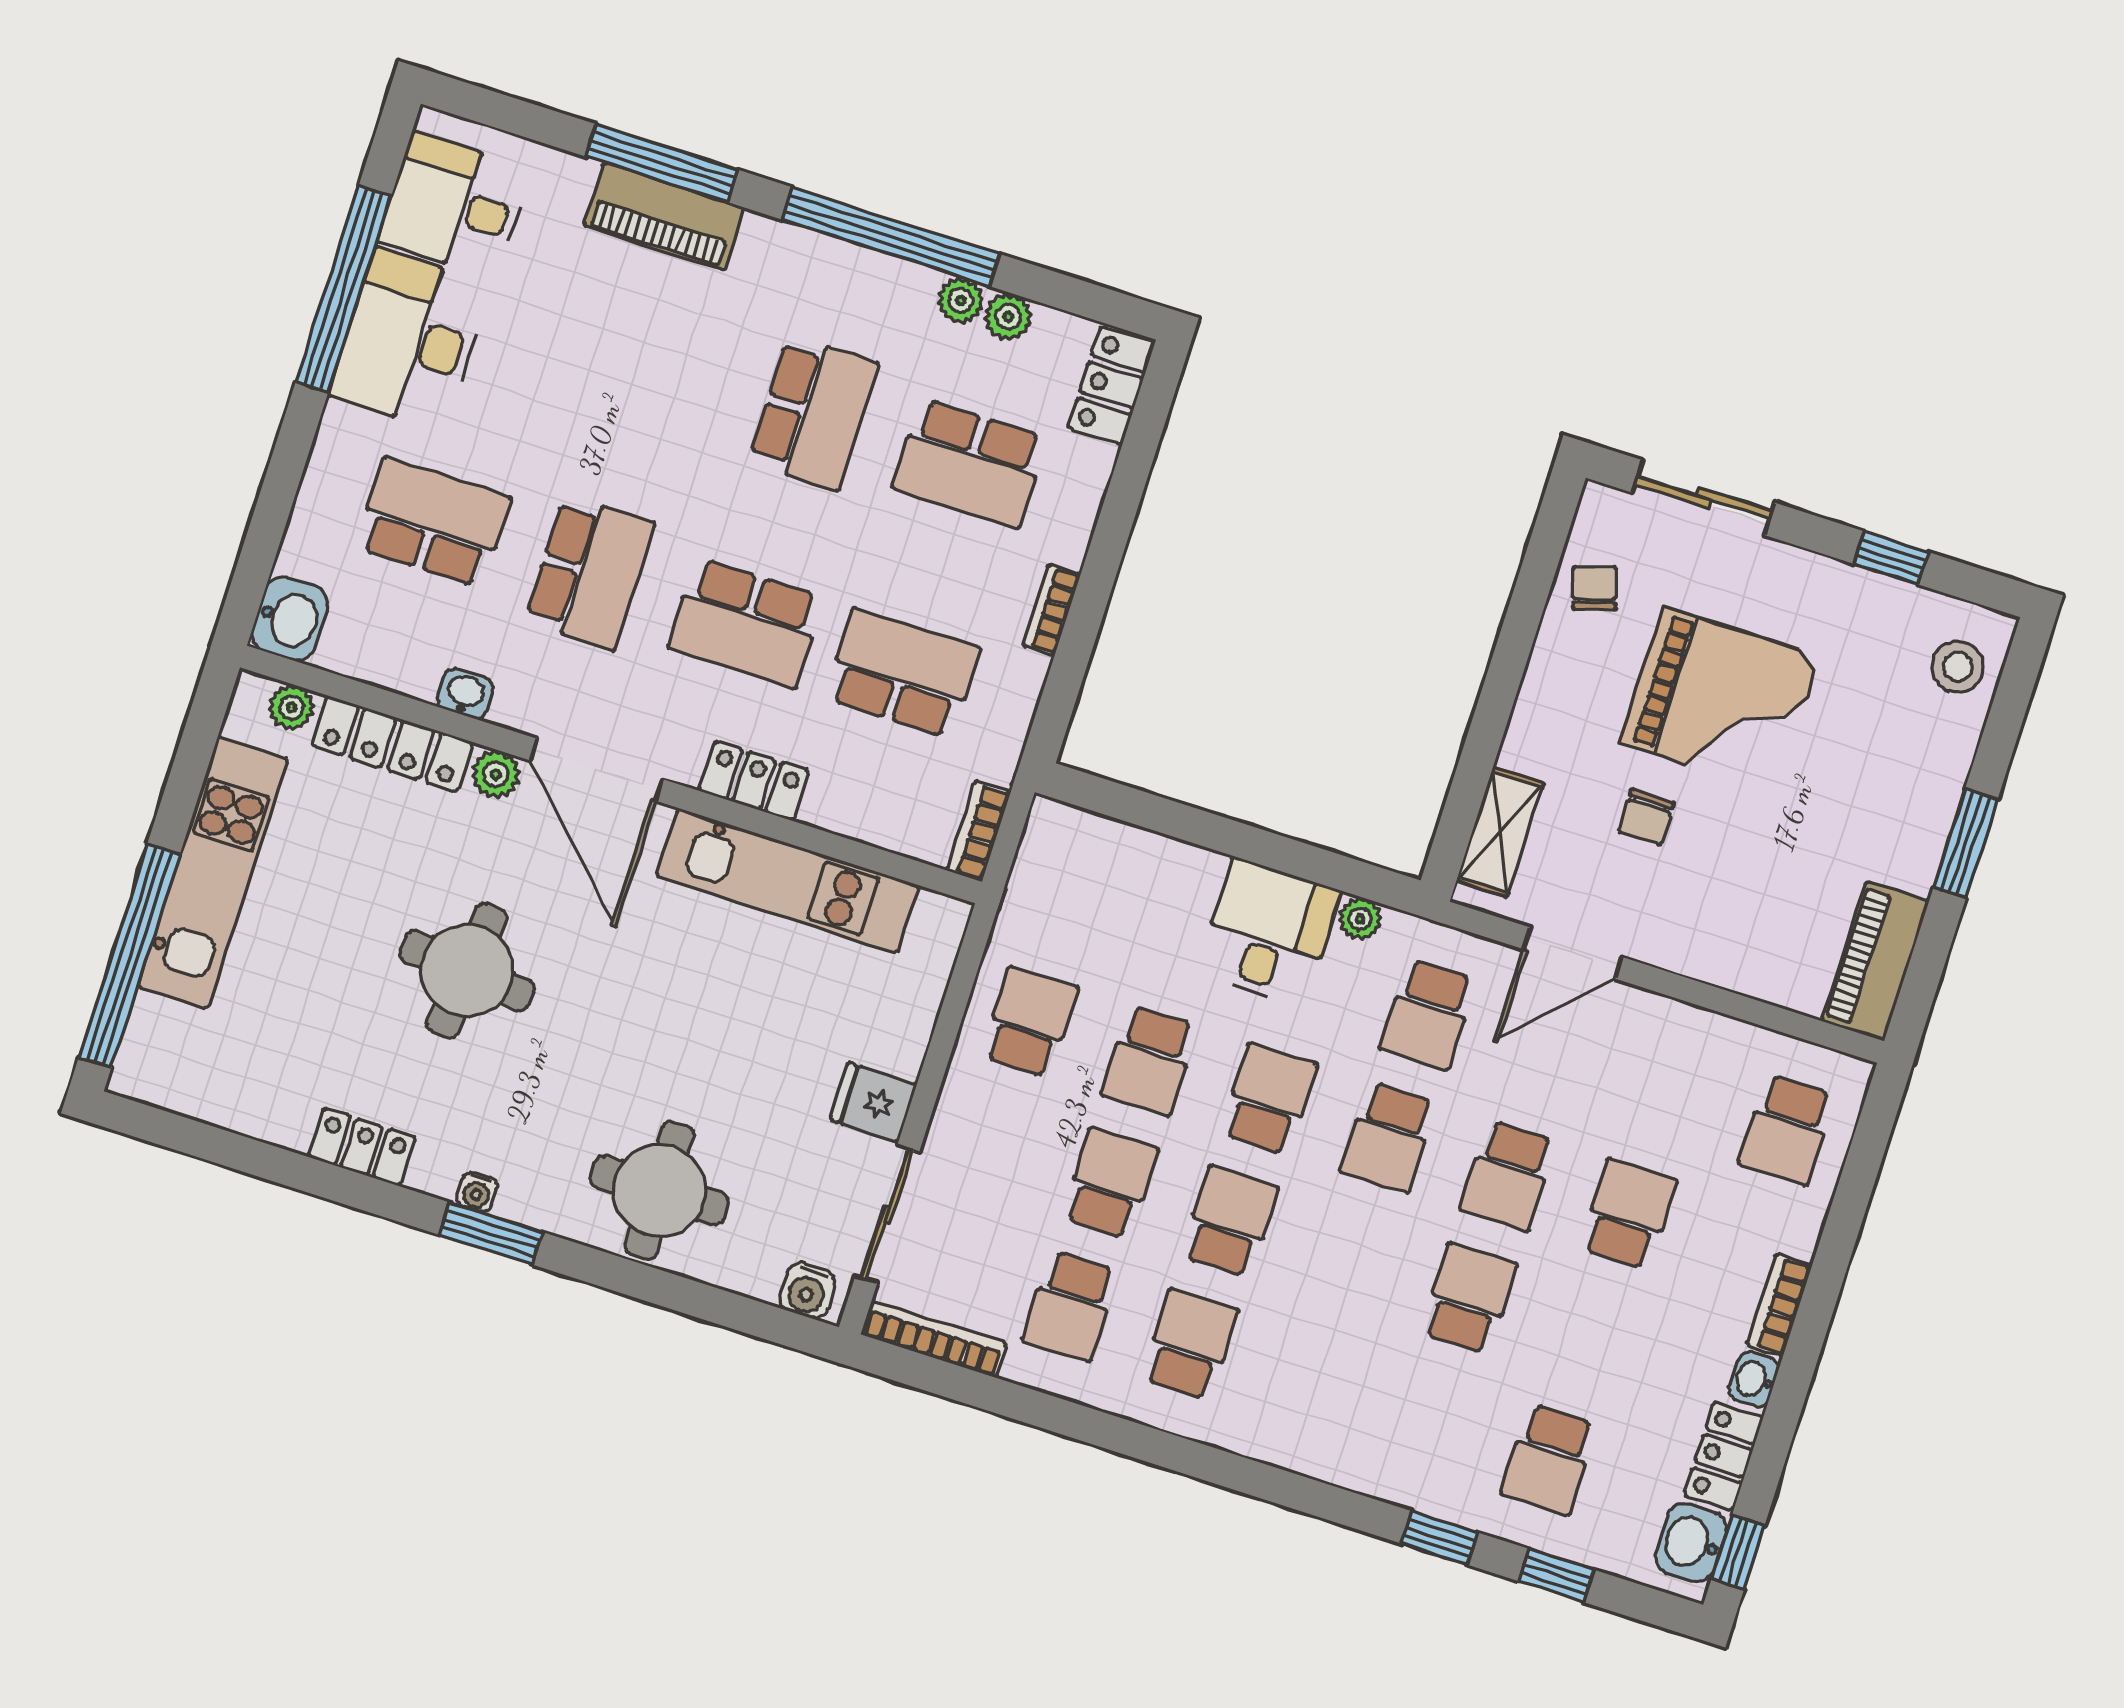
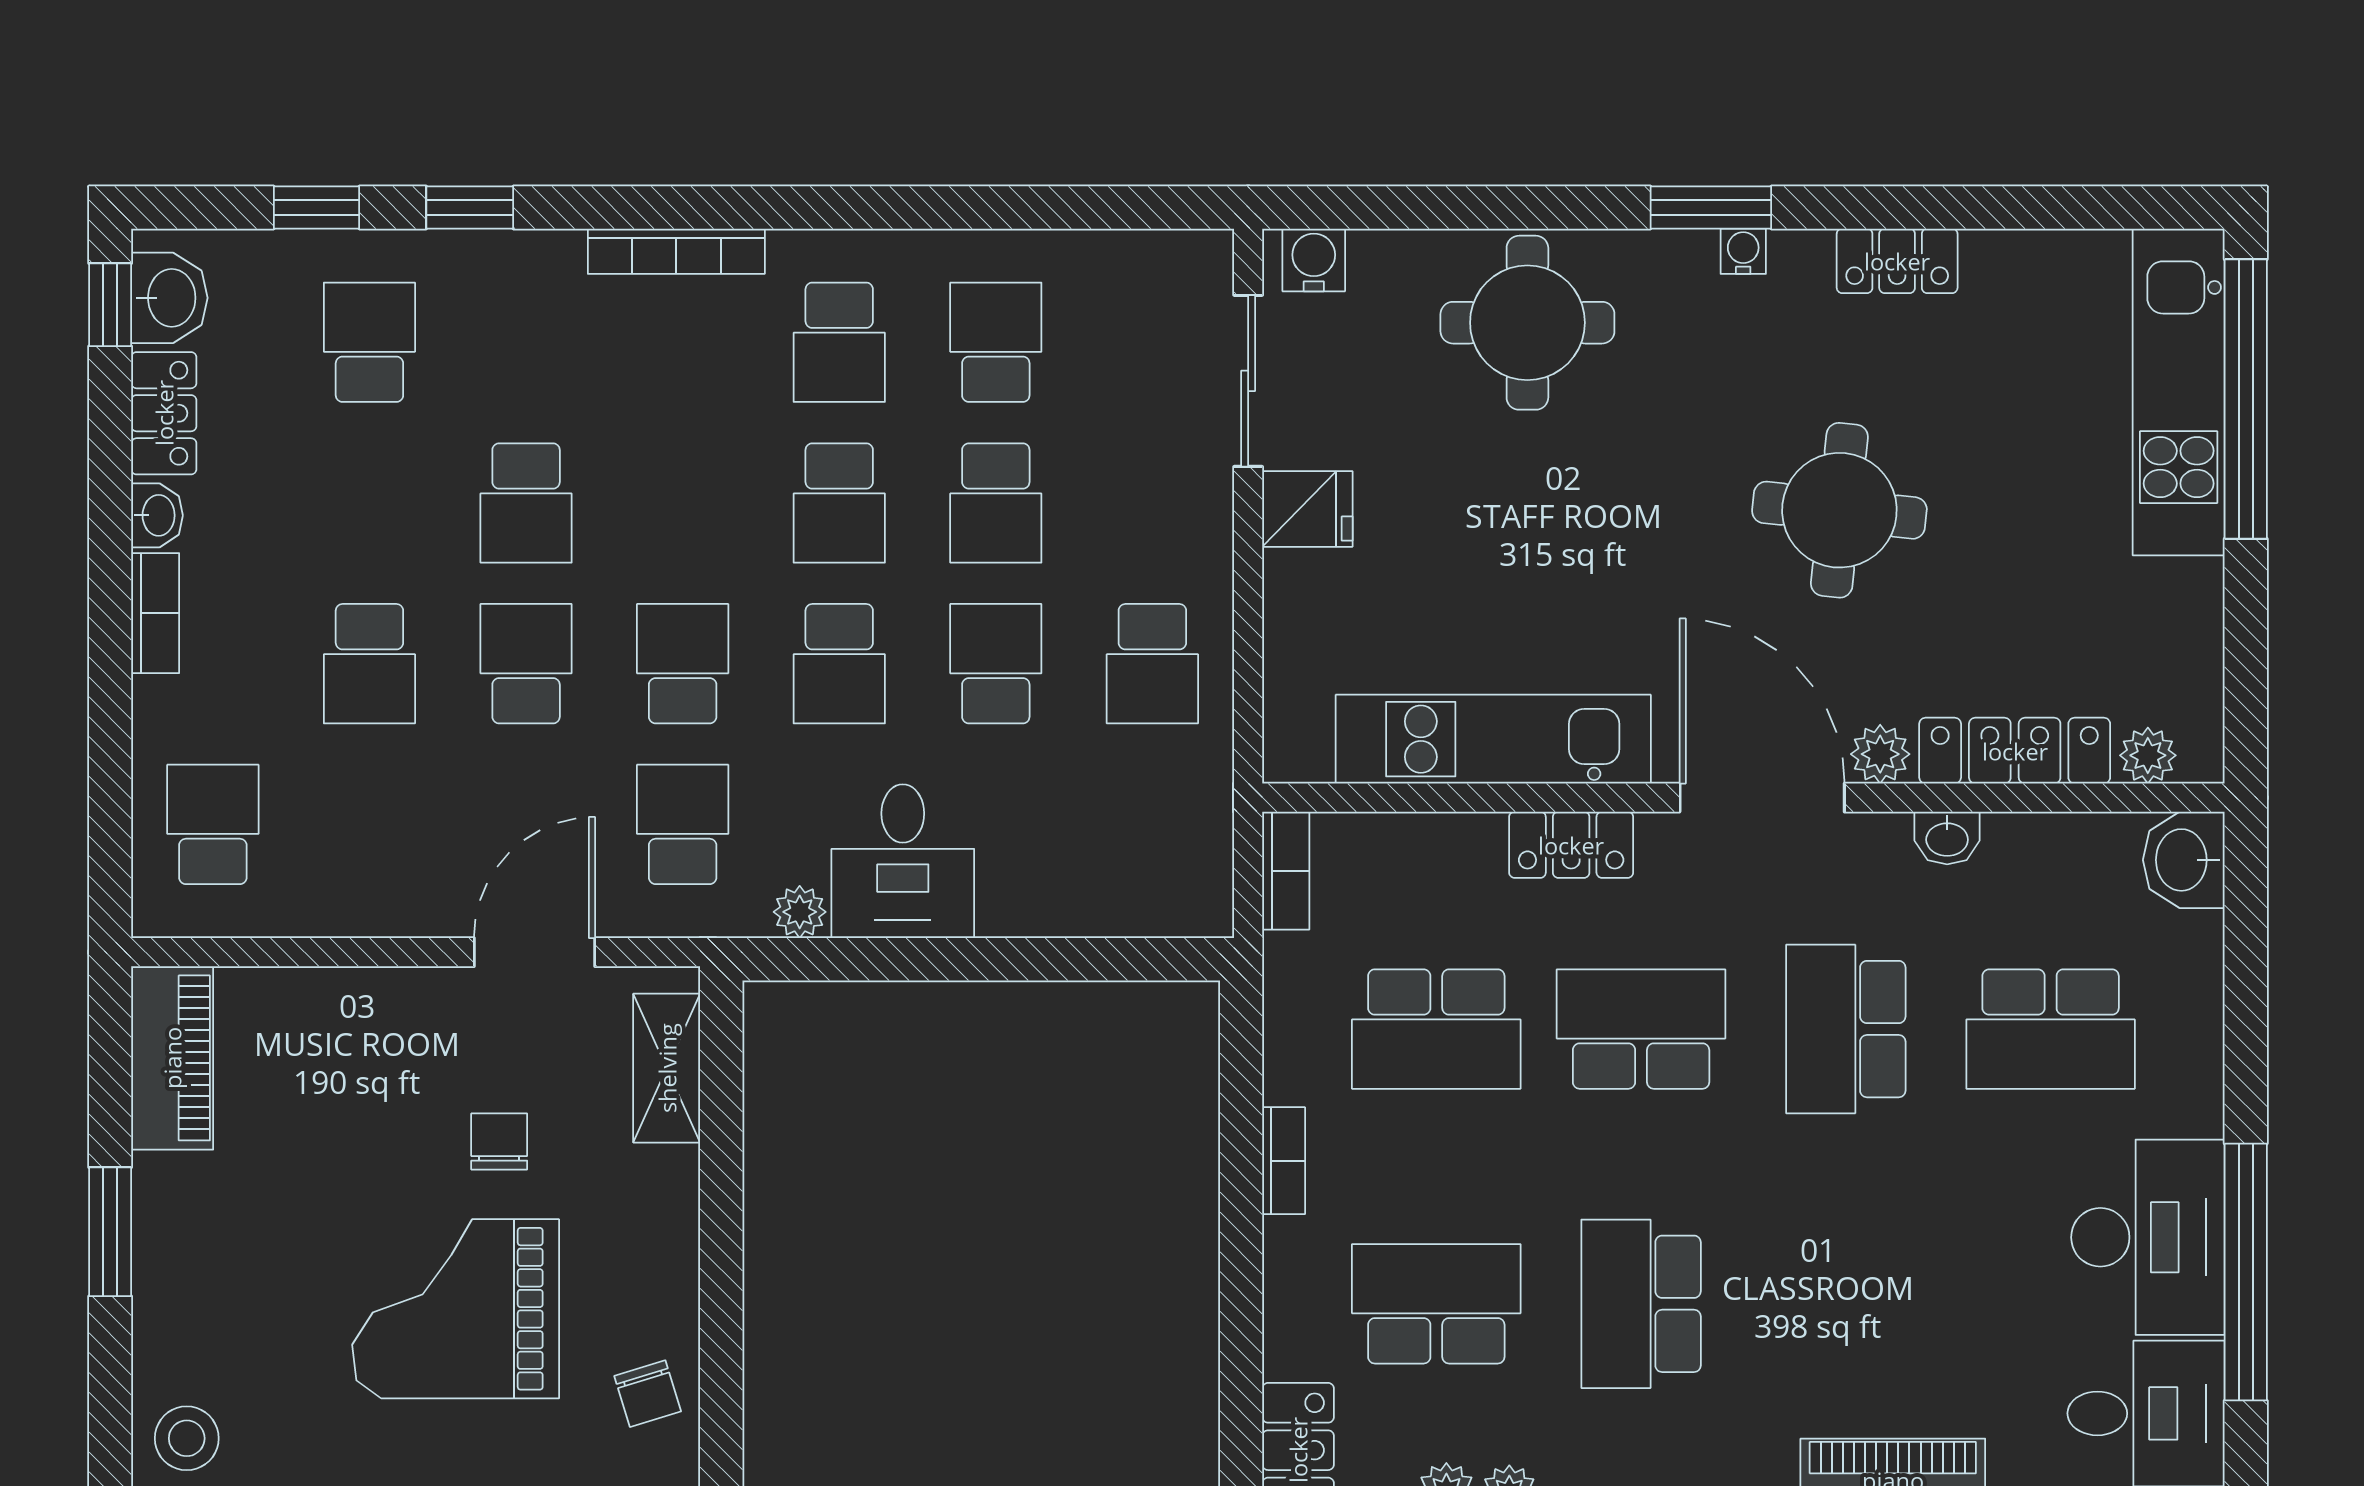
kitchen unit: (213, 872) -> (2179, 392), moved
bookcase: (934, 1339) -> (676, 251), moved

